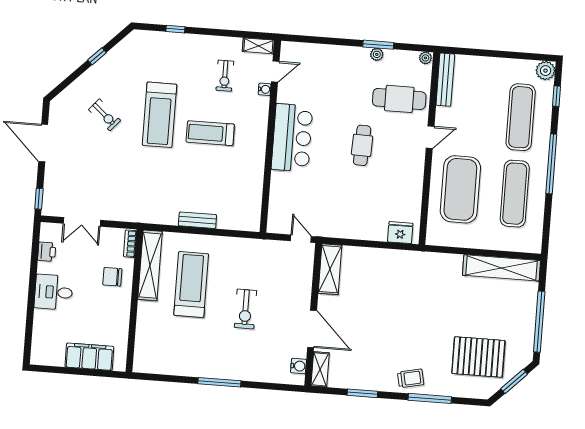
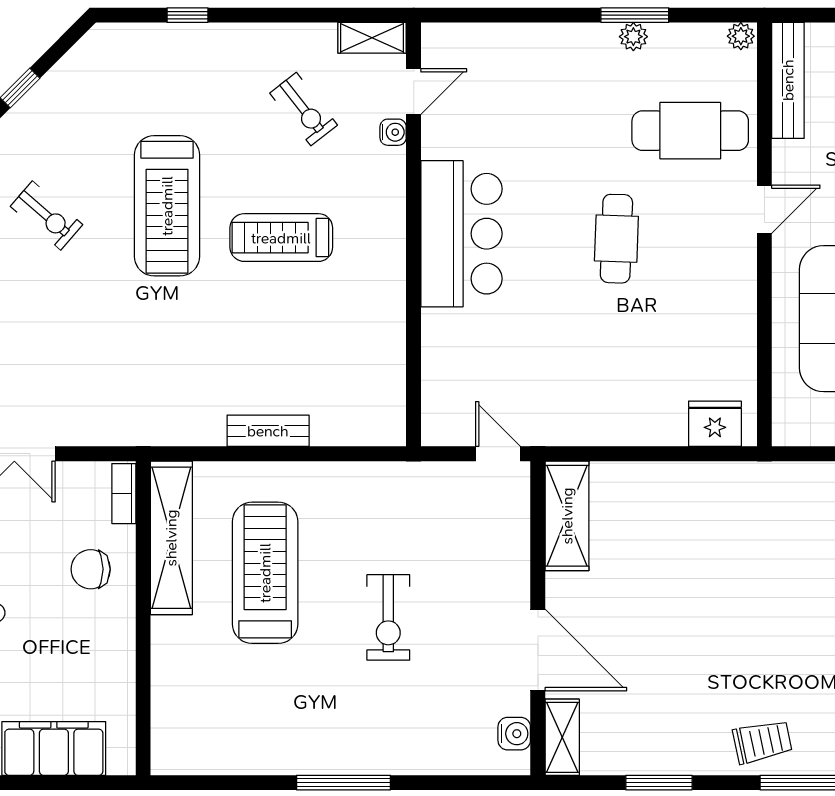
exercise bike: (225, 76) -> (304, 109), turned -38

